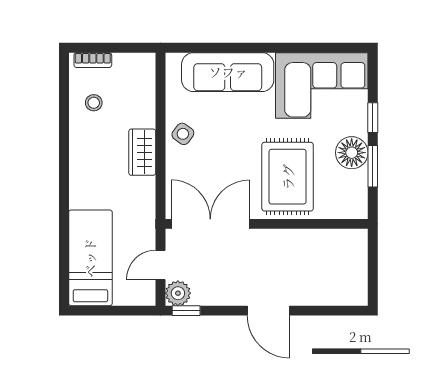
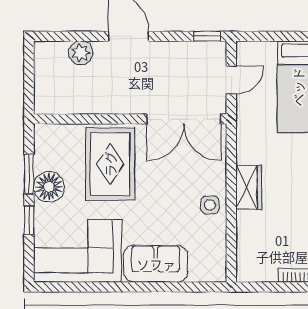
sofa: (228, 72) -> (156, 264), width x0.73
stool: (94, 103) -> (295, 235), removed
side table: (183, 134) -> (210, 205), turned -37
plant: (178, 293) -> (81, 53), moved

